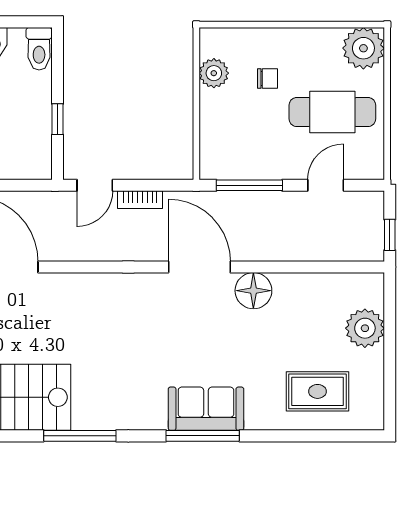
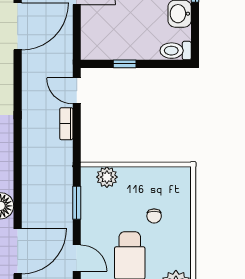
plant: (214, 73) -> (107, 177), moved
window: (249, 185) -> (77, 203), width x0.69
door: (199, 267) -> (18, 251), moved

